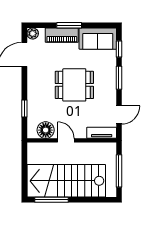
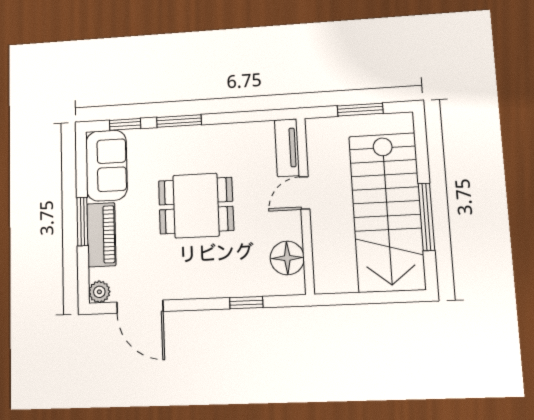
dining table: (74, 85) -> (196, 206), turned 90
door: (119, 115) -> (250, 116), removed
door: (66, 140) -> (305, 193), moved
window: (119, 171) -> (360, 110), width x0.69
window: (52, 200) -> (426, 217), moved

